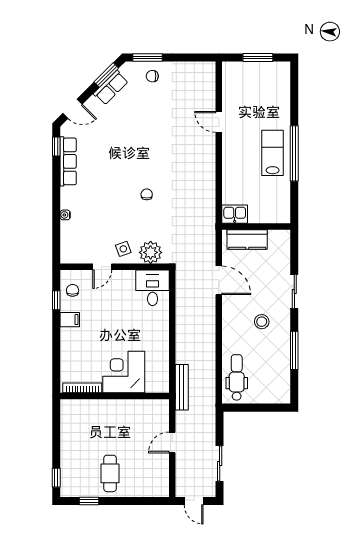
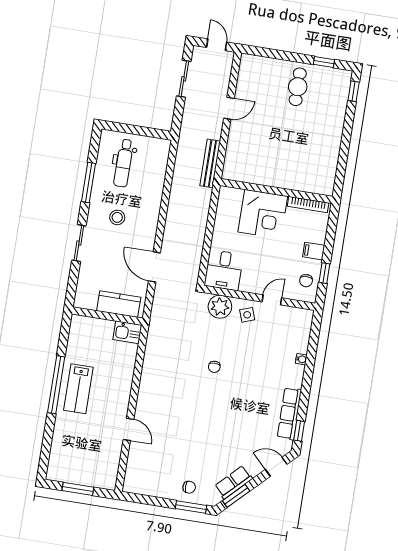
corner desk: (124, 372) -> (263, 214), moved
dental chair: (237, 377) -> (124, 163), moved
bookcase: (82, 388) -> (308, 205), moved
wall: (115, 396) -> (276, 191), moved

